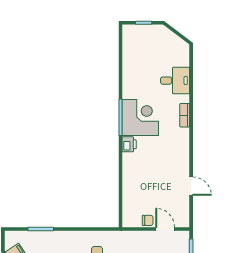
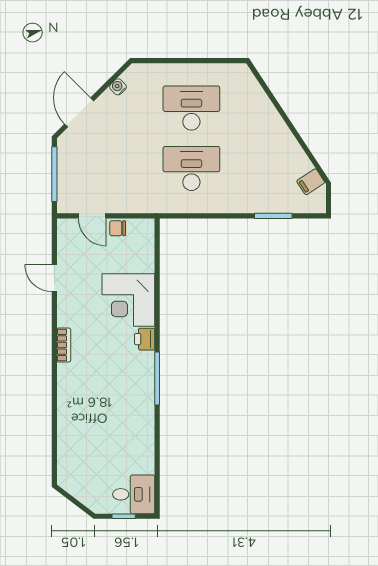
desk: (175, 81) -> (134, 494), moved, turned 180
bookcase: (185, 115) -> (64, 345), moved
corner desk: (140, 117) -> (128, 300), moved

